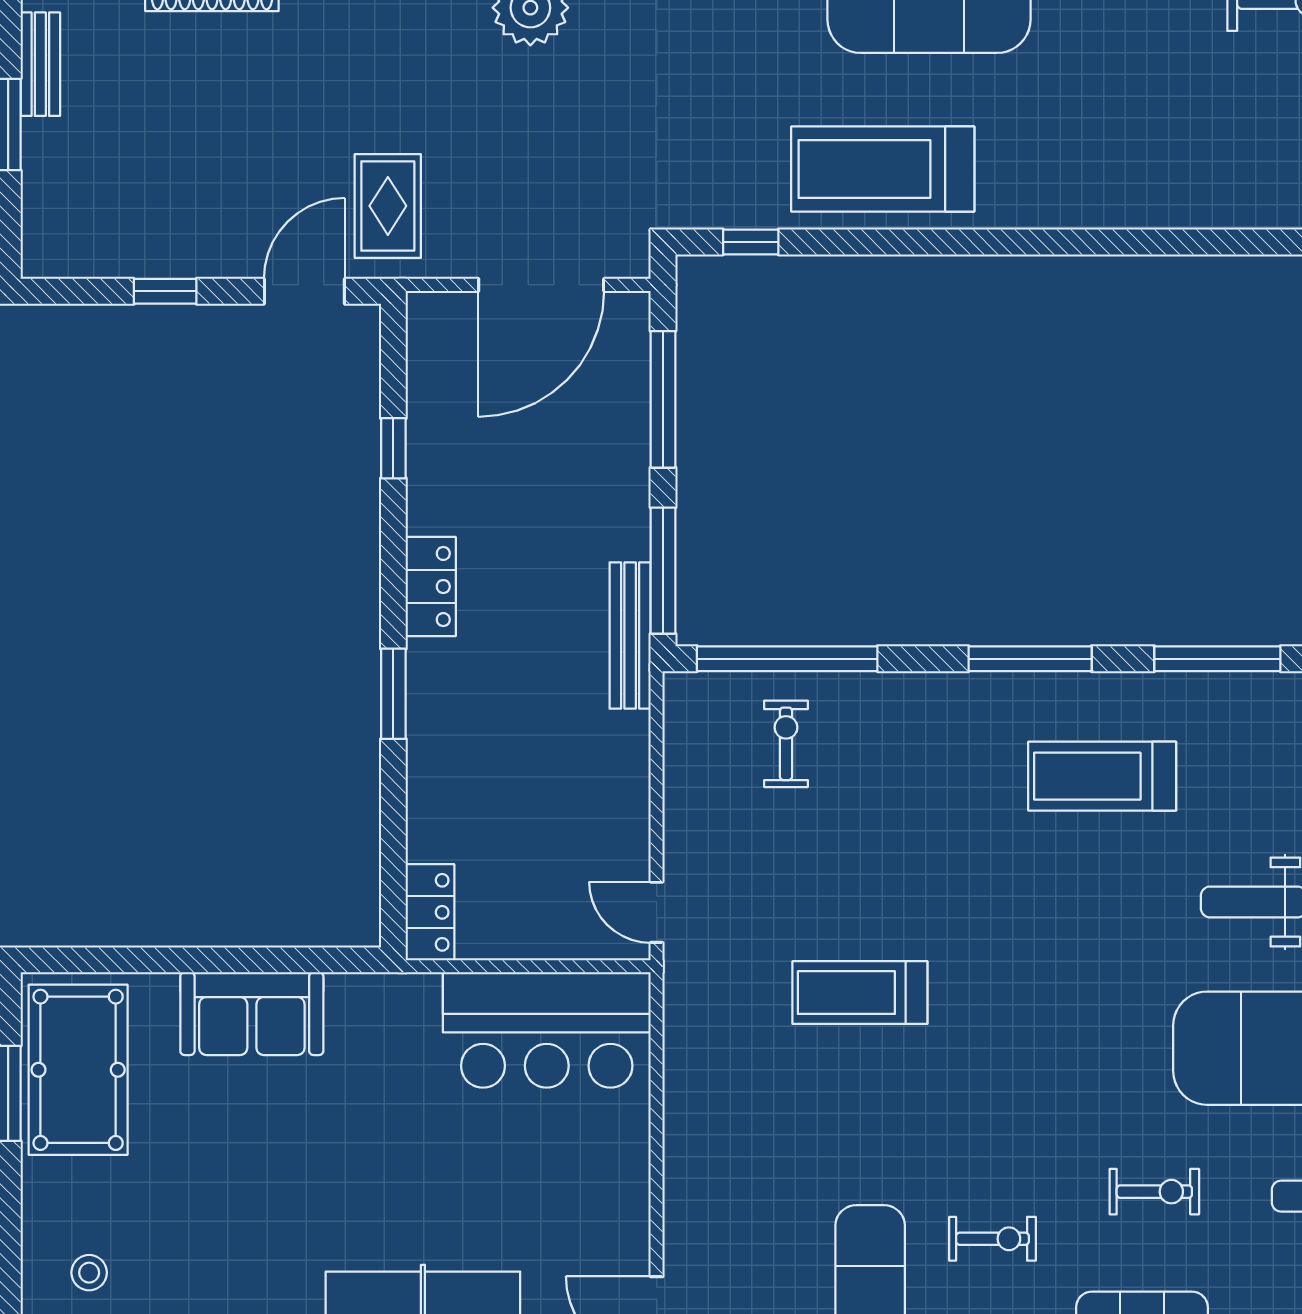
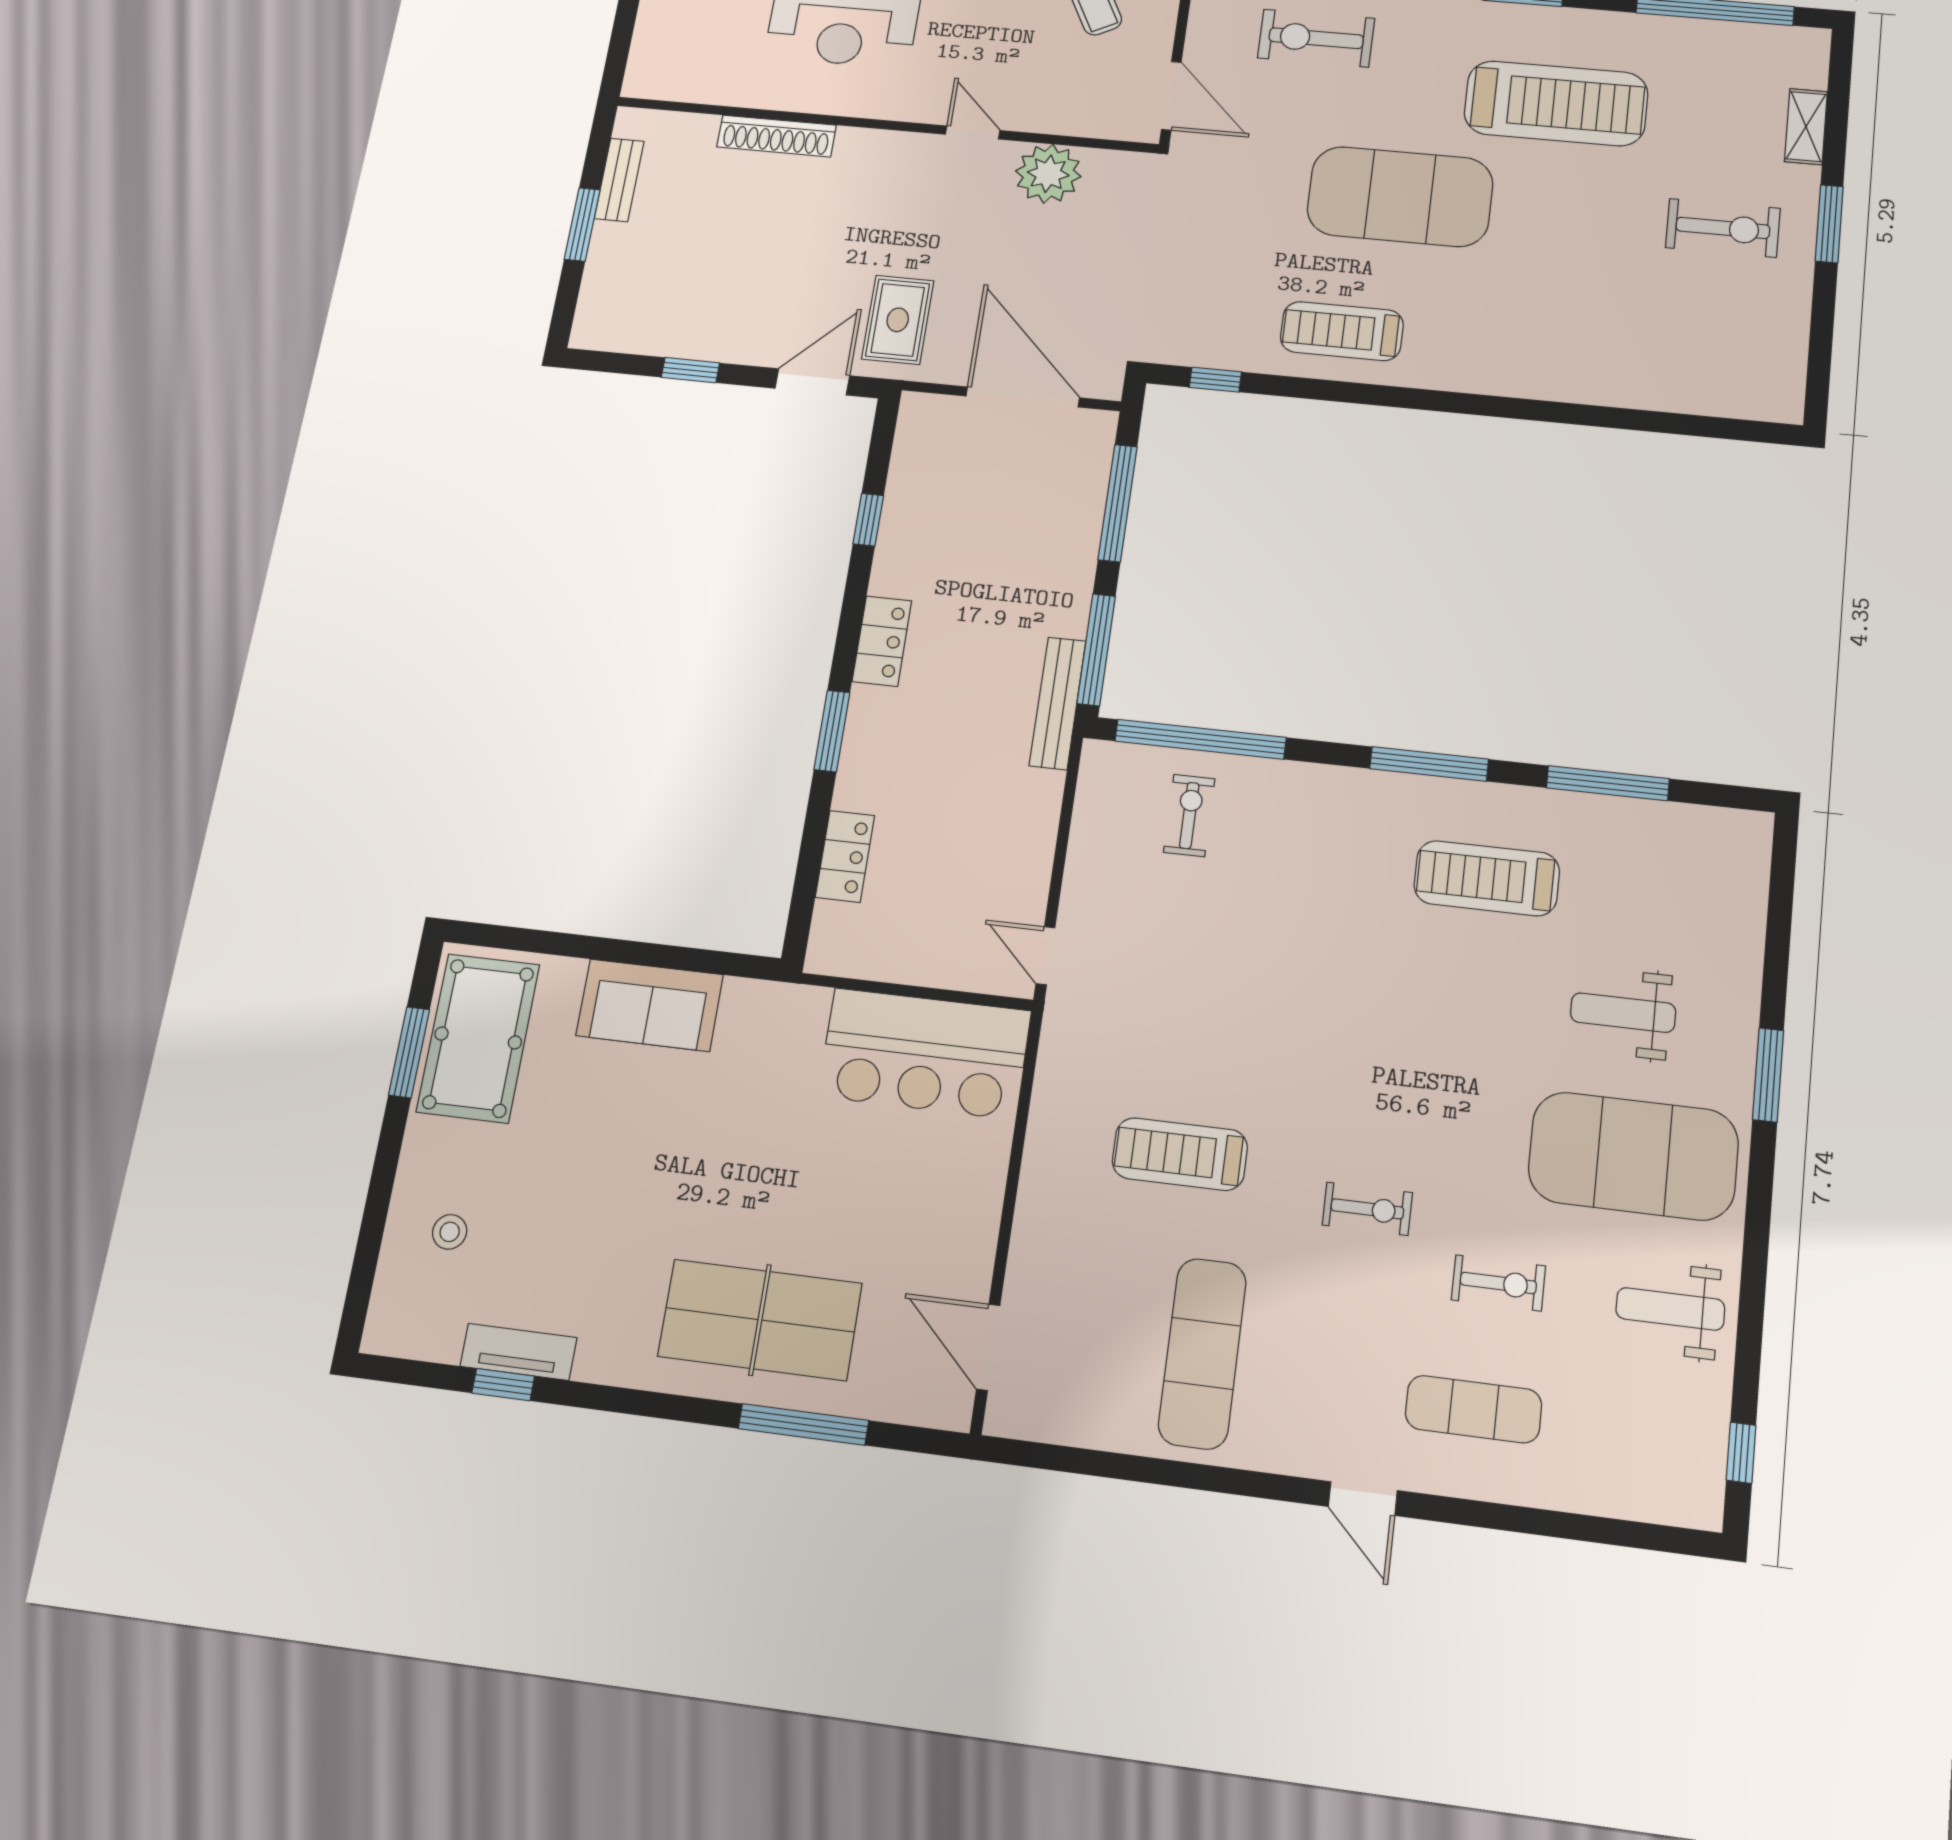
treadmill: (883, 169) -> (1342, 331), width x0.73, depth x0.73
door: (541, 285) -> (1023, 397), swing flipped
locker: (430, 912) -> (845, 856), moved
treadmill: (860, 993) -> (1180, 1154), moved
exercise bike: (992, 1239) -> (1367, 1209), moved

